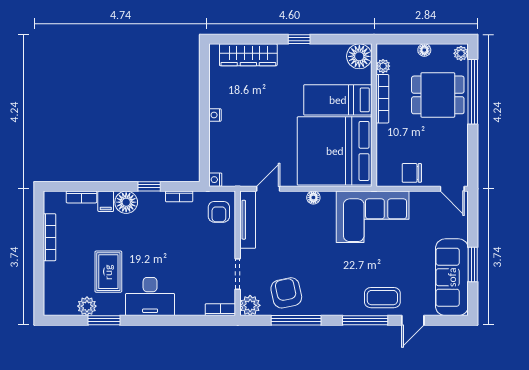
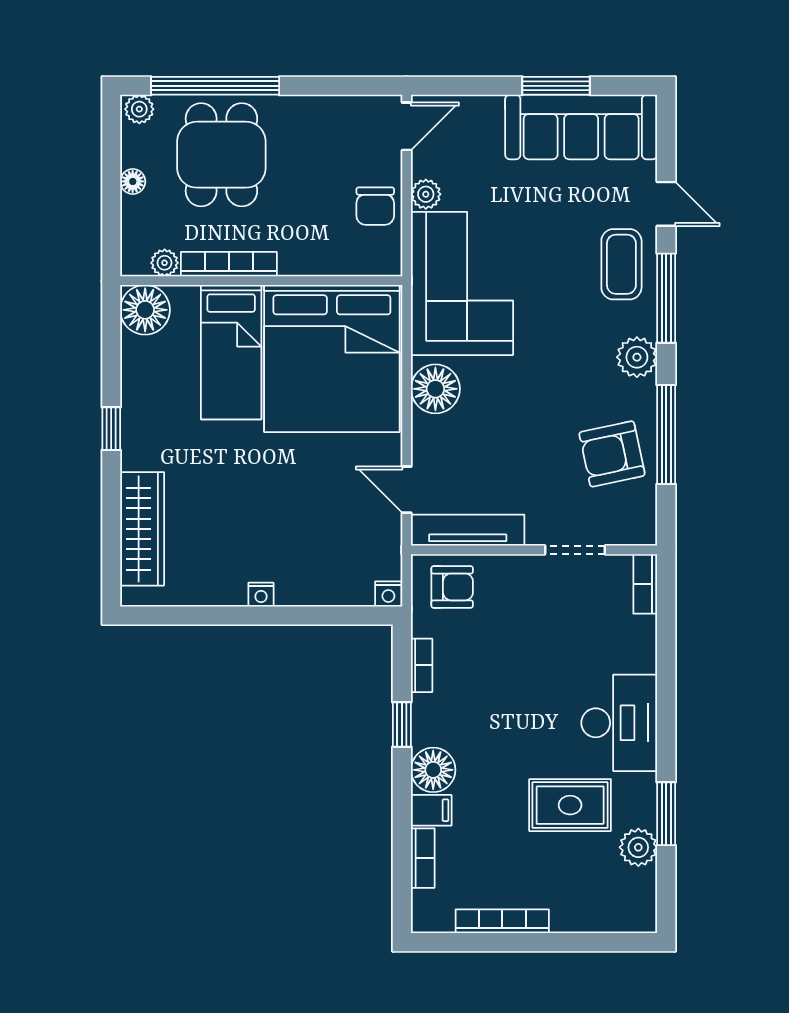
floor lamp: (313, 198) -> (435, 389), width x1.89, depth x1.89
plant: (418, 199) -> (426, 194), added
plant: (250, 305) -> (637, 357), moved

